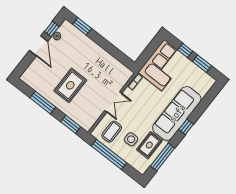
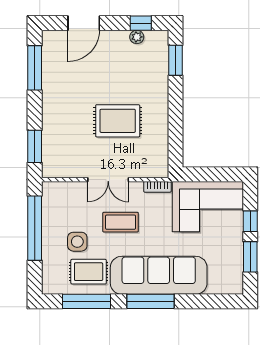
door: (39, 46) -> (84, 23), moved
rug: (70, 85) -> (118, 121), moved
window: (43, 102) -> (35, 68), moved
window: (186, 127) -> (150, 301), width x2.17
coffee table: (112, 132) -> (121, 222), moved

